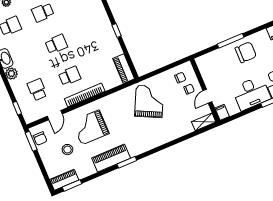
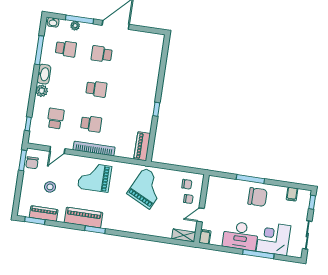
grand piano: (90, 127) -> (95, 177), moved
piano: (64, 180) -> (44, 214), moved

